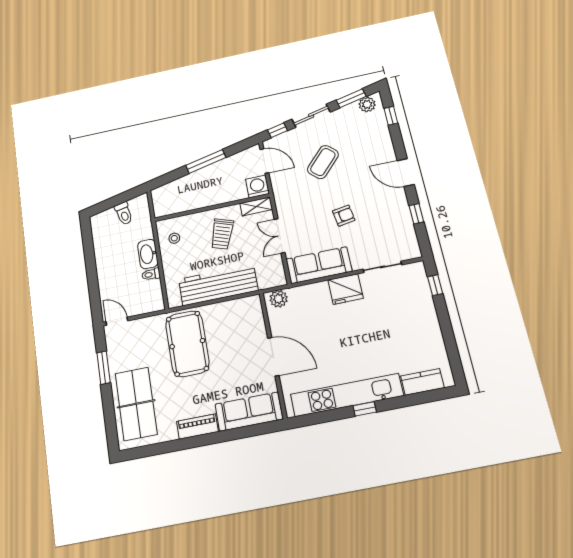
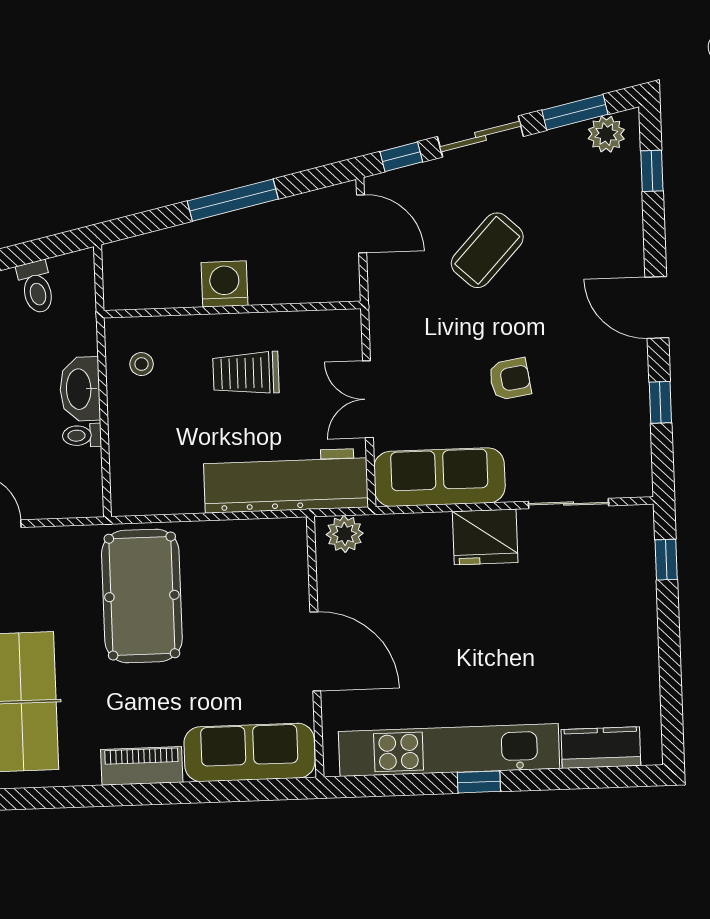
washing machine: (257, 187) -> (224, 284), moved
shelving: (256, 206) -> (328, 325), removed
trolley: (222, 234) -> (246, 373), turned 71
workbench: (218, 285) -> (286, 481), moved

